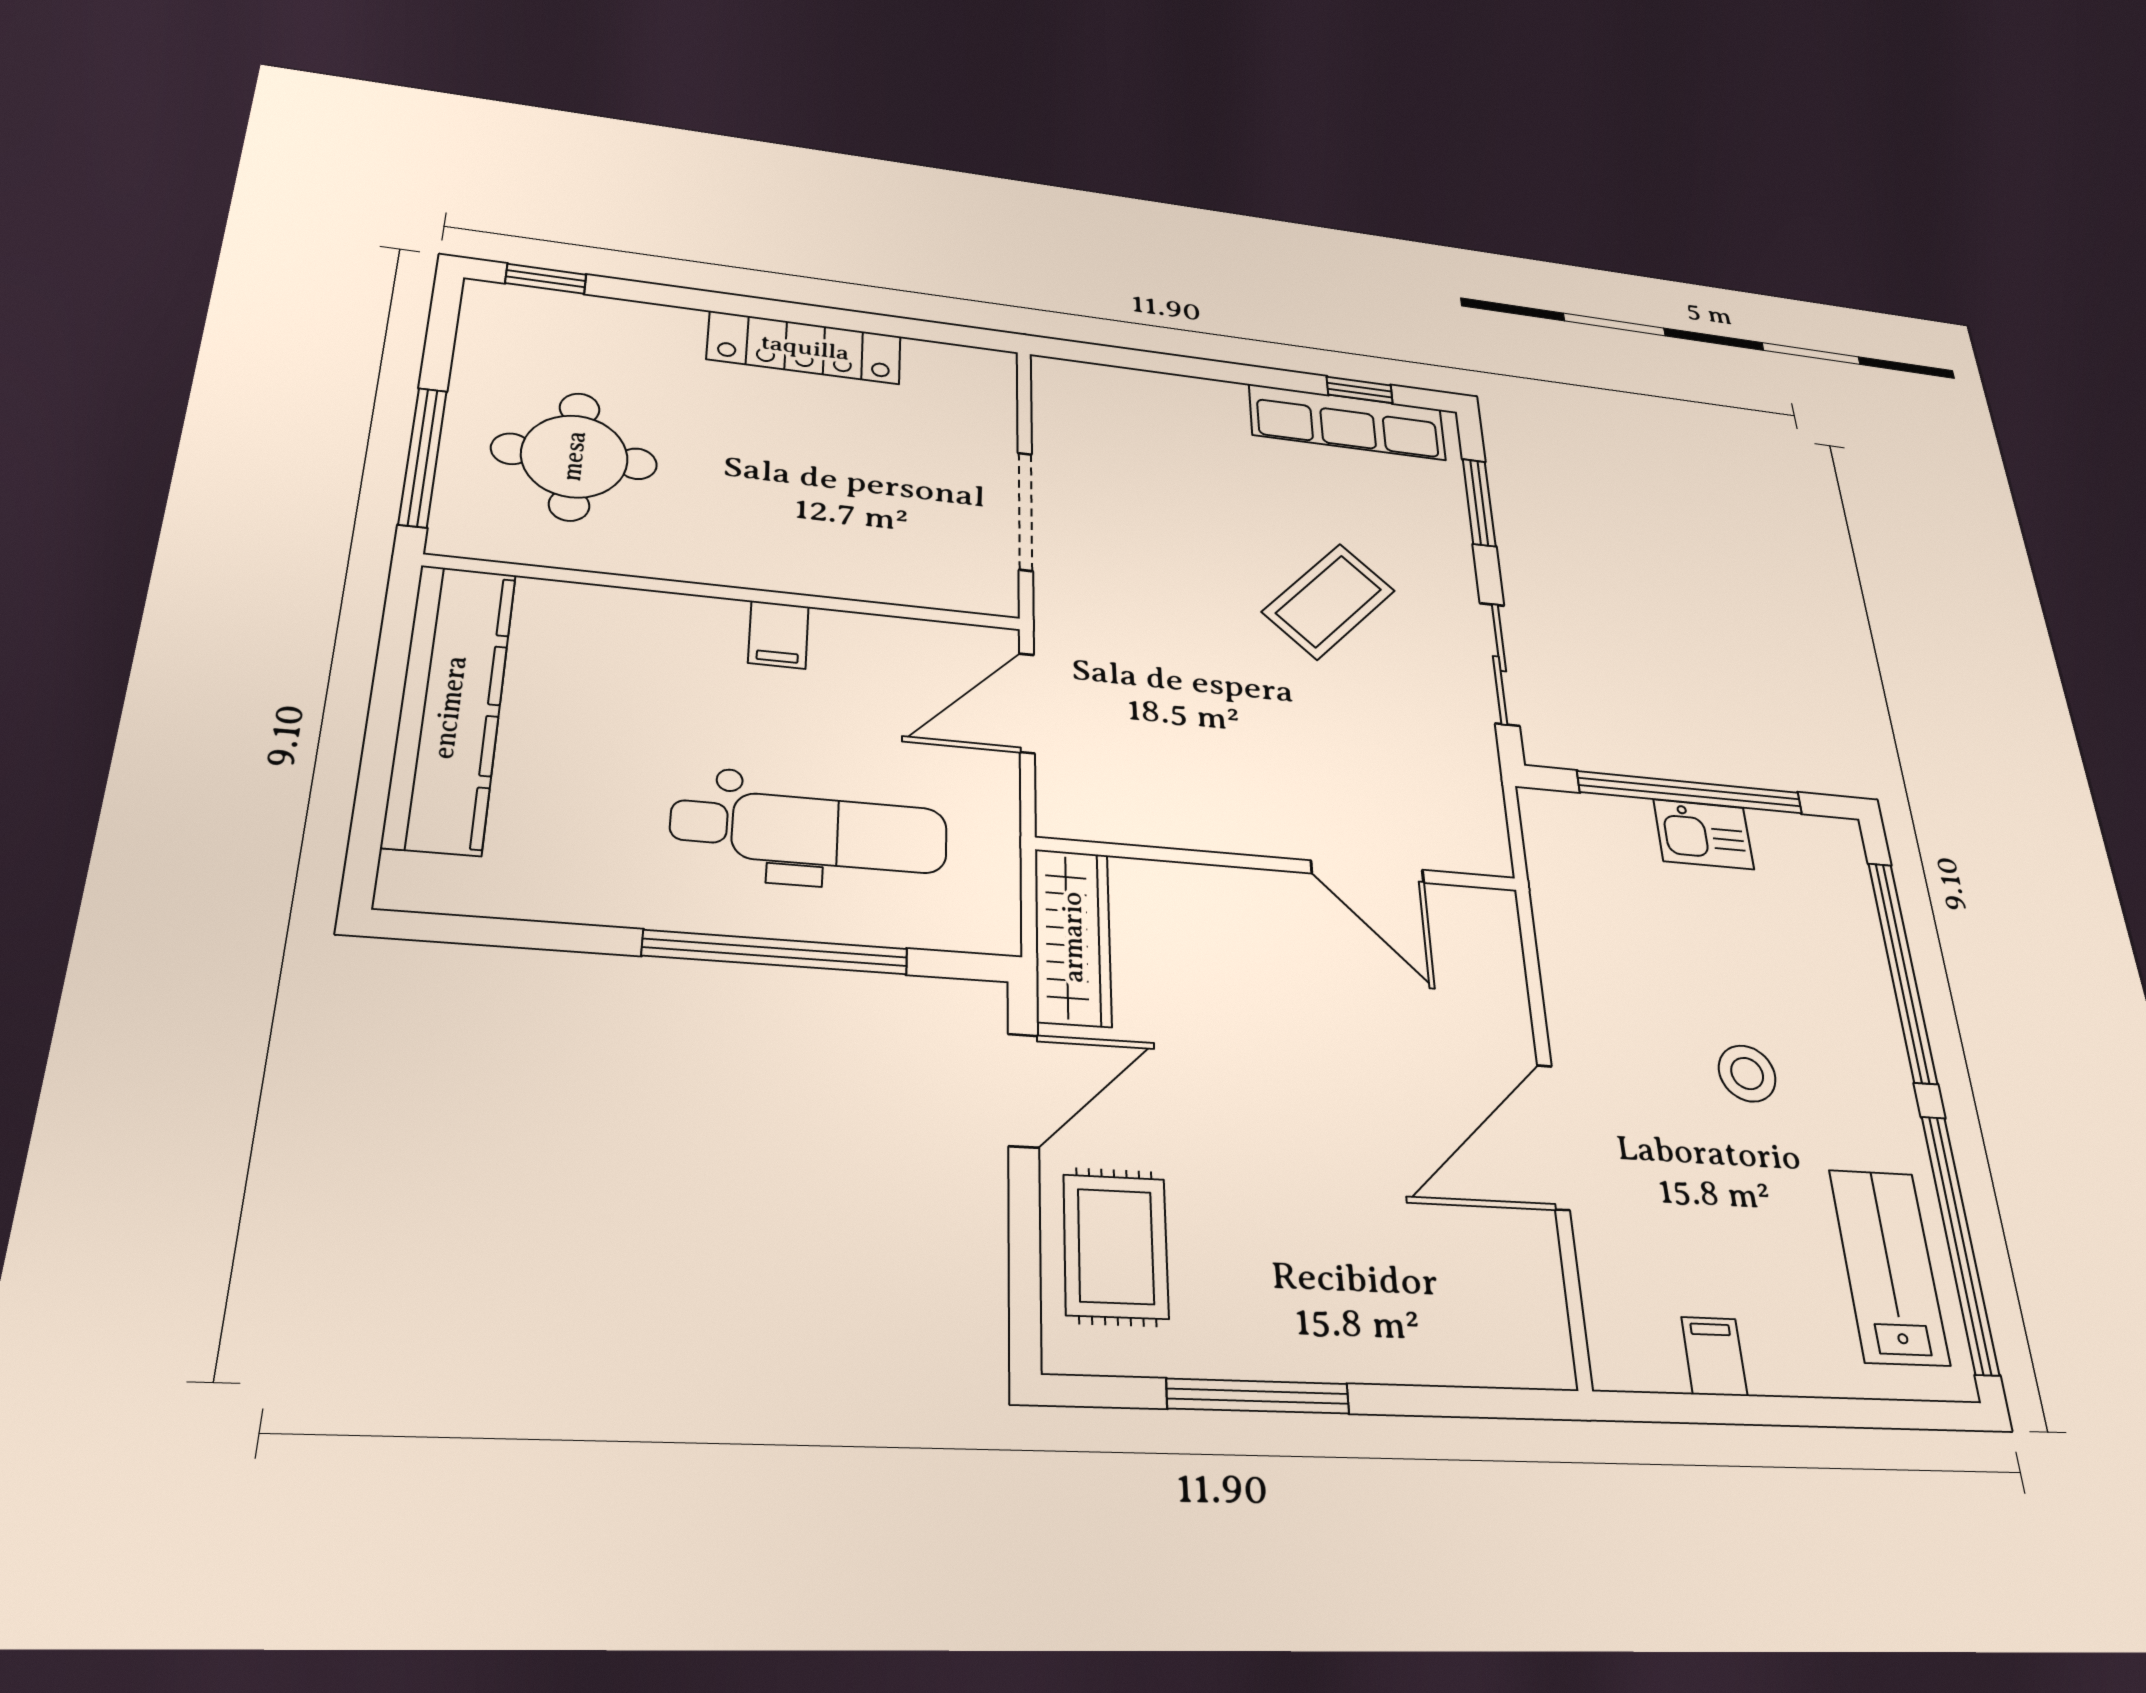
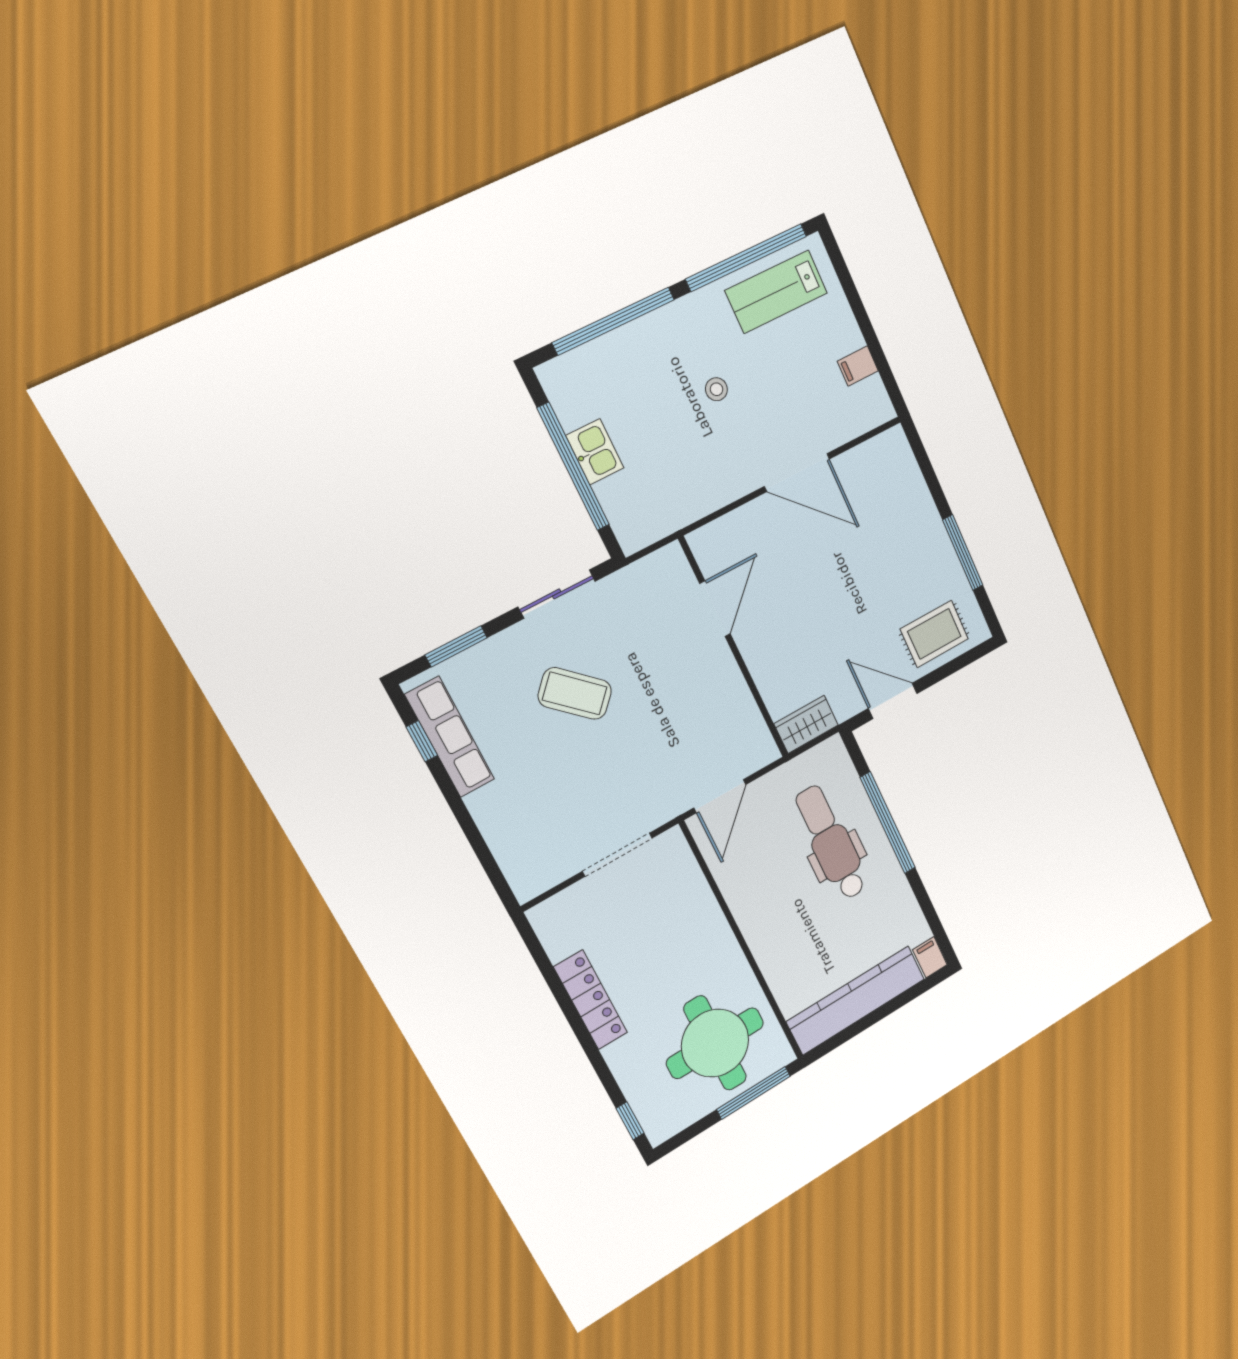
round table: (574, 456) -> (715, 1043), width x1.36, depth x1.36
filing cabinet: (778, 635) -> (930, 957), moved, turned -90
door: (1027, 703) -> (720, 796), hinge flipped
wardrobe: (1073, 937) -> (806, 724), width x0.67
stool: (1747, 1073) -> (716, 389), width x0.73, depth x0.73

